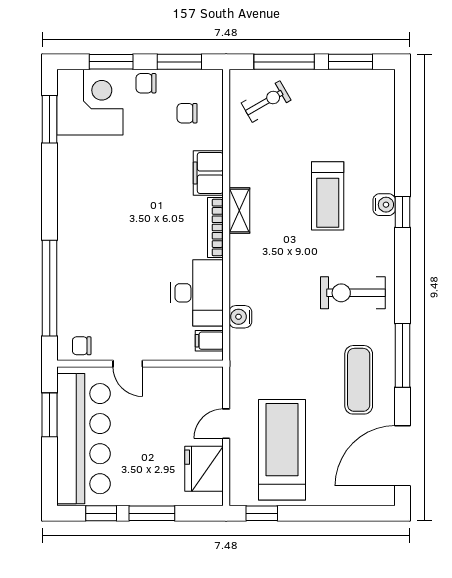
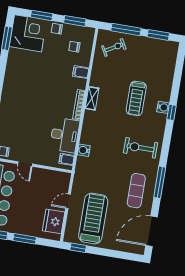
filing cabinet: (208, 173) -> (81, 72), width x0.50

